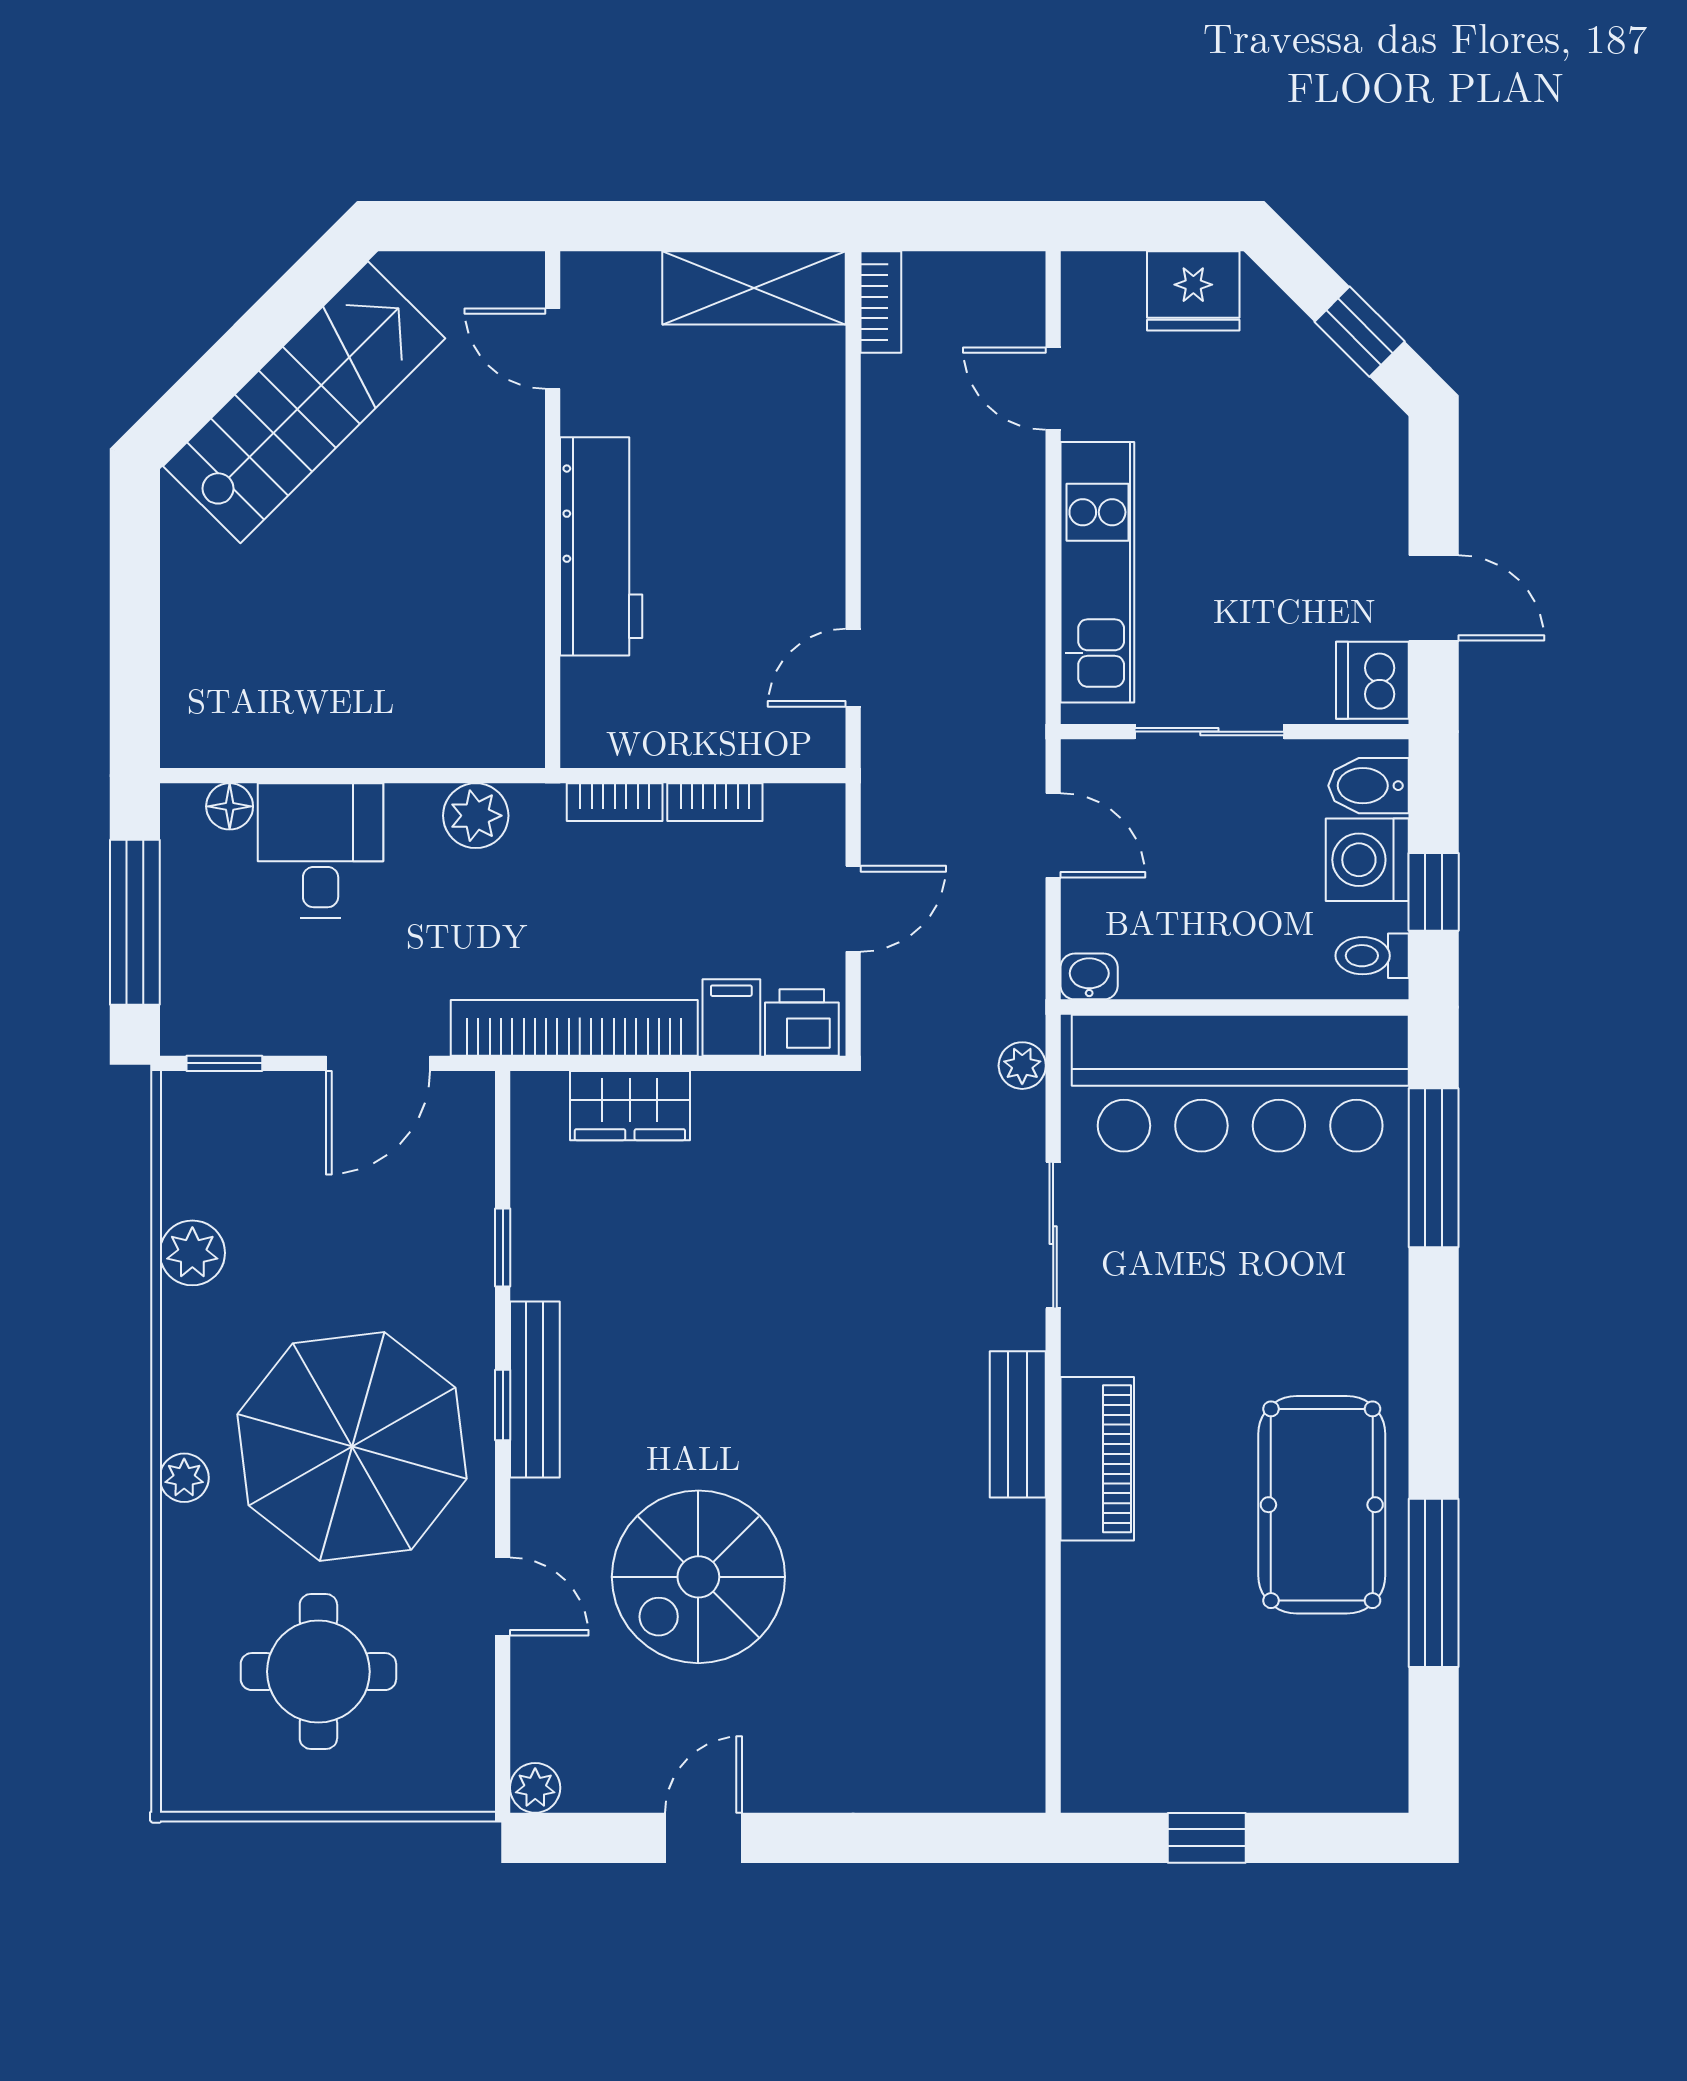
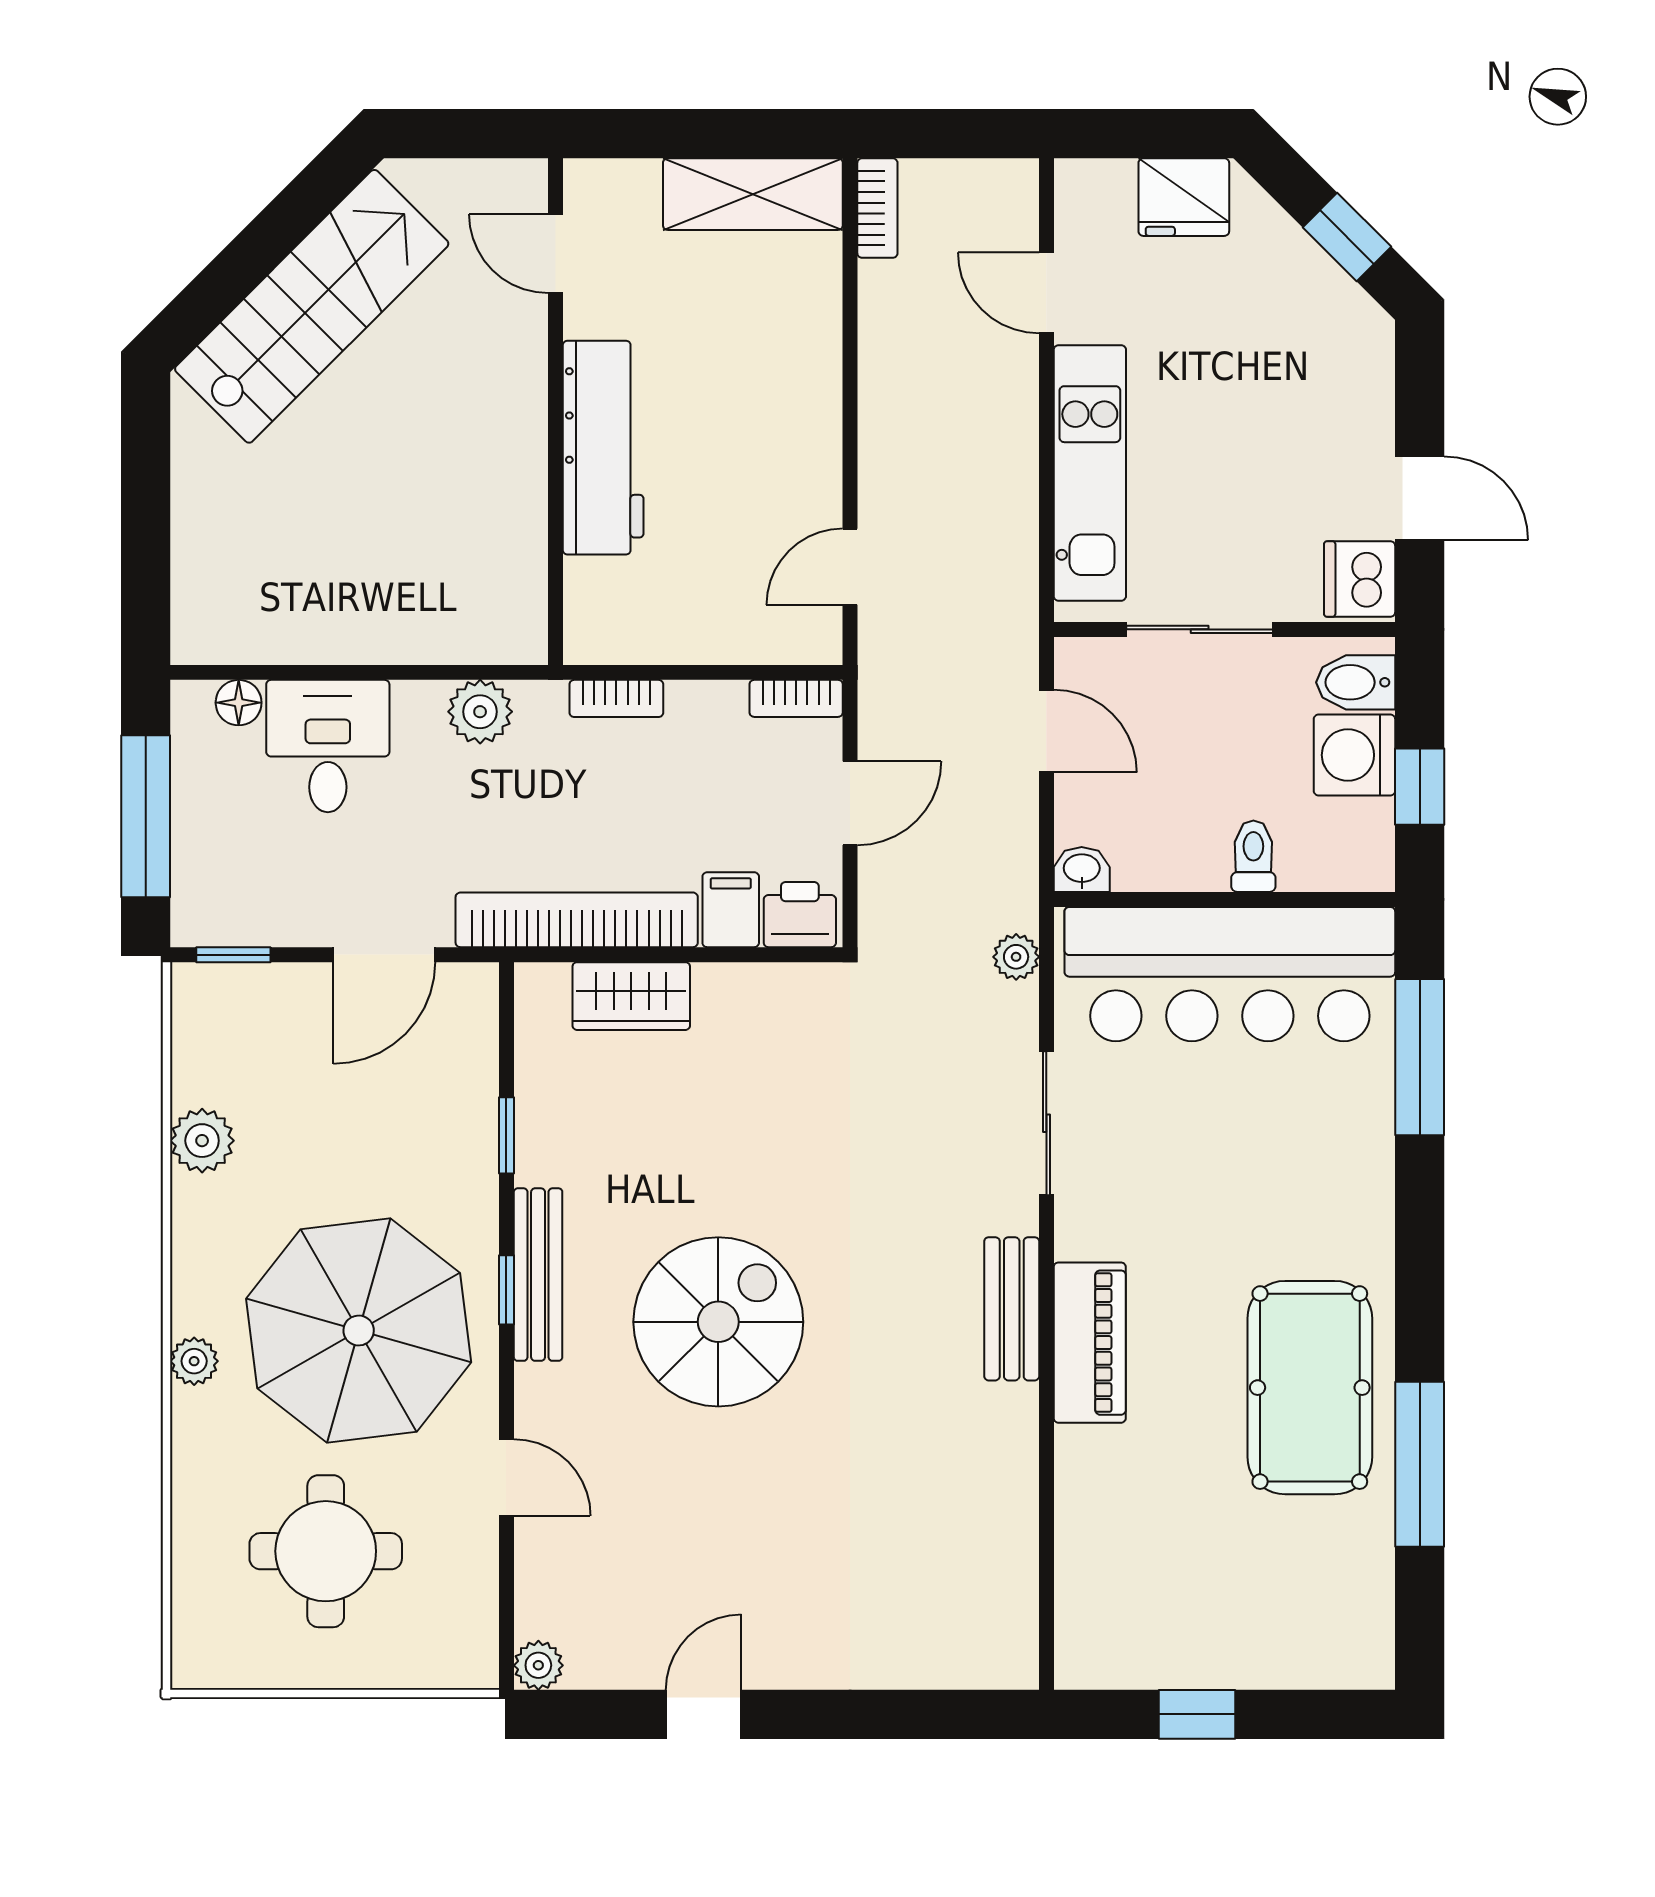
bookcase: (715, 802) -> (796, 698), moved
toilet: (1372, 956) -> (1253, 856), moved, turned 90
spiral stairs: (698, 1577) -> (718, 1322), moved, turned 180

